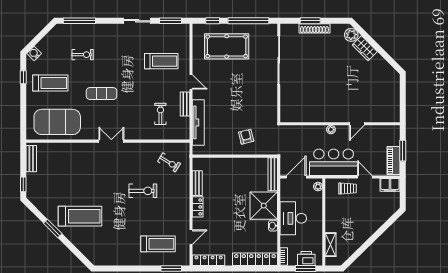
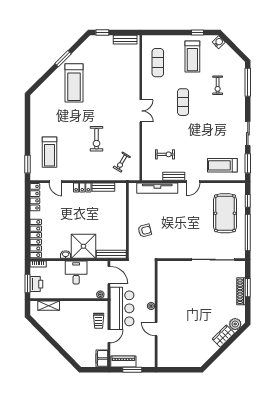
treadmill: (161, 61) -> (222, 165), moved, turned 90
exercise mat: (57, 122) -> (158, 63), width x0.50, depth x0.69
desk: (293, 218) -> (76, 272), width x0.73

